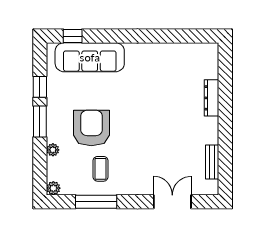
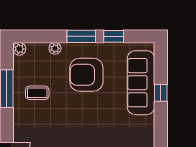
window: (73, 36) -> (161, 93), moved
armchair: (91, 128) -> (86, 75), moved, turned 180

